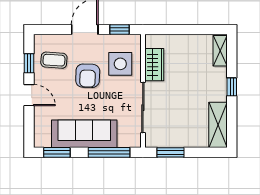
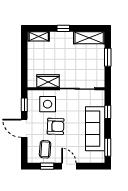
door: (29, 95) -> (69, 166), hinge flipped
window: (109, 152) -> (108, 112), width x0.46
window: (170, 152) -> (108, 57), moved

